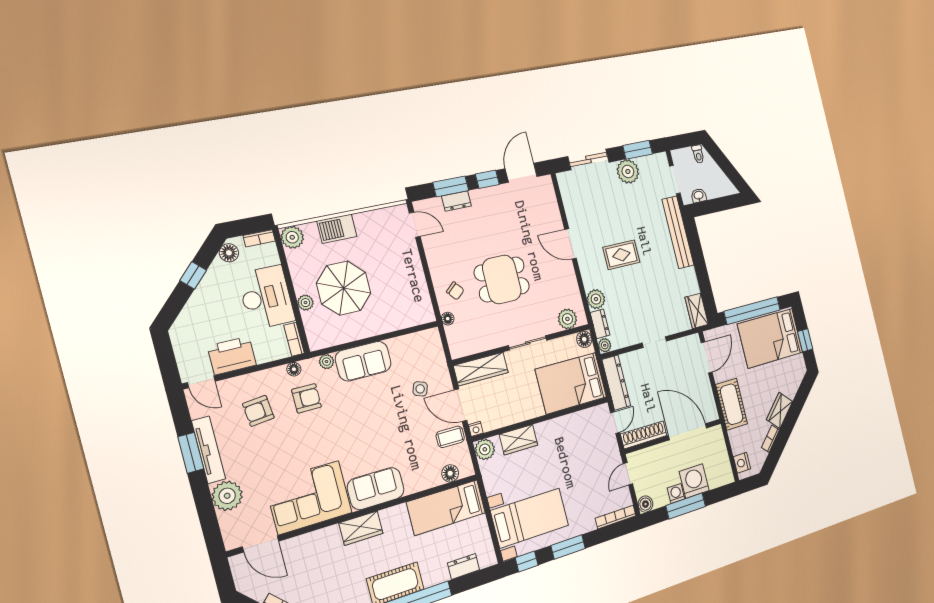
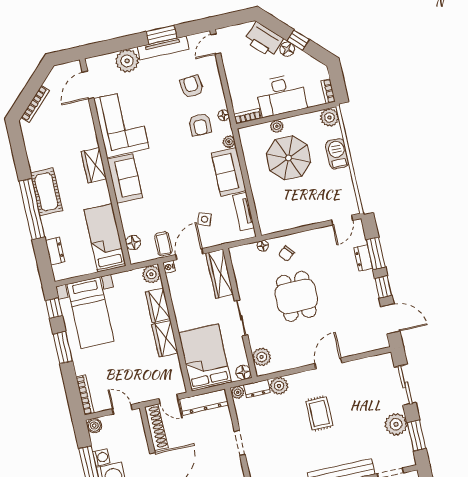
floor lamp: (229, 253) -> (287, 49), moved
tv unit: (409, 342) -> (244, 211), added
printer: (232, 356) -> (264, 40), moved, turned 135
wardrobe: (554, 430) -> (165, 339), added

